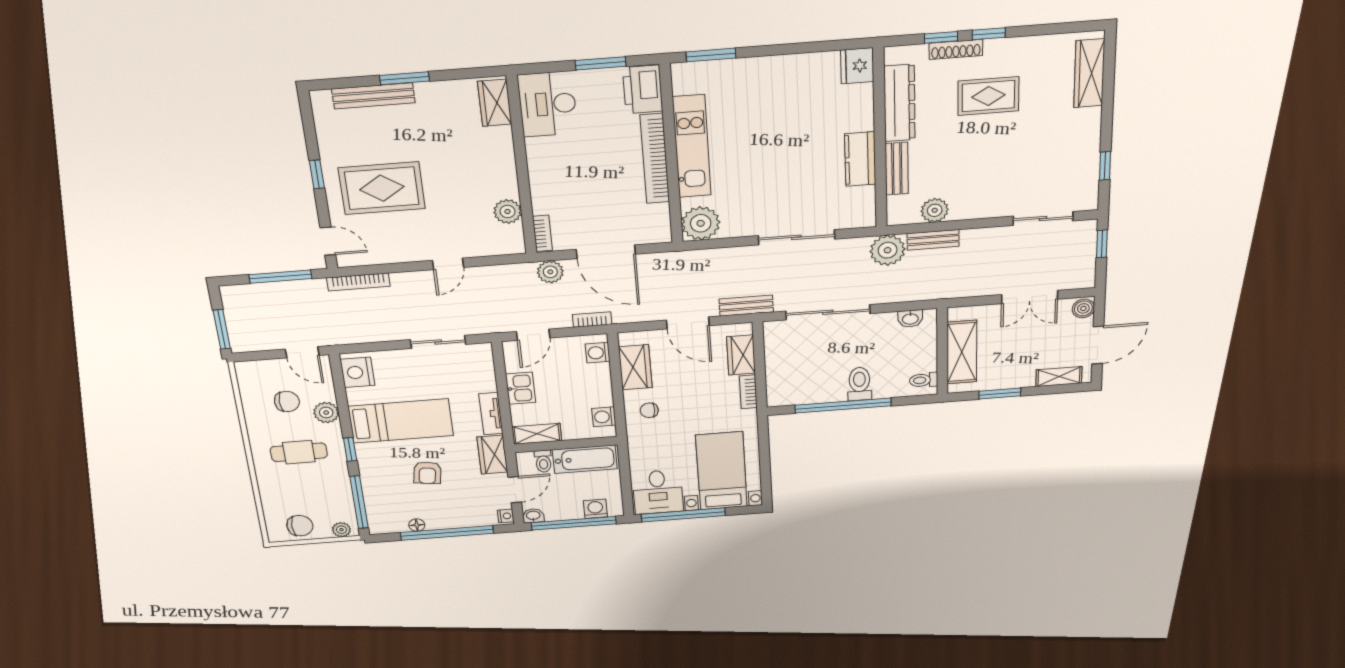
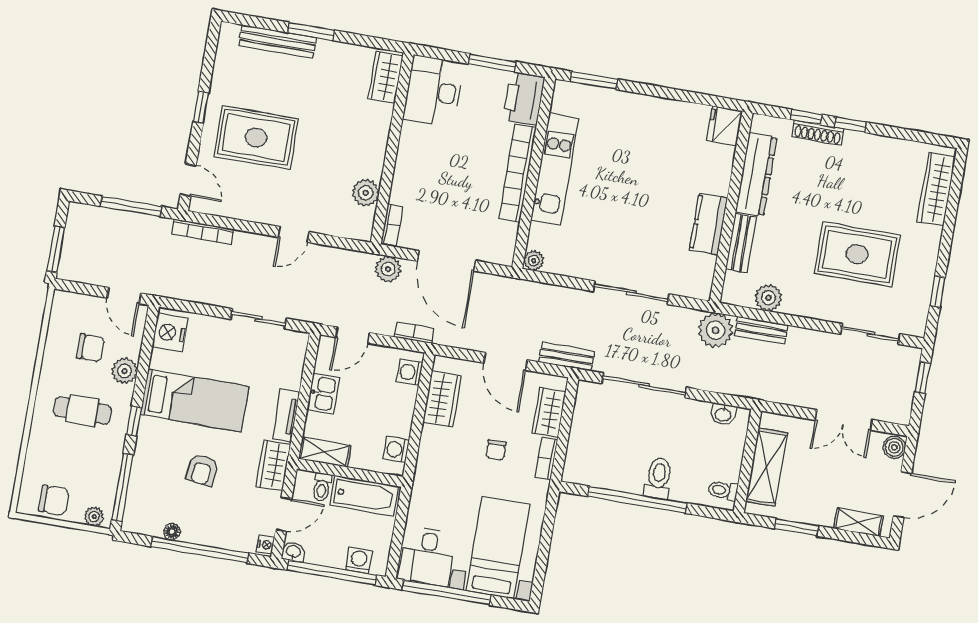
rug: (988, 96) -> (857, 254), moved, width x1.36, depth x1.43
plant: (701, 223) -> (534, 261), width x0.53, depth x0.53
chair: (649, 410) -> (496, 450), moved, turned -92

